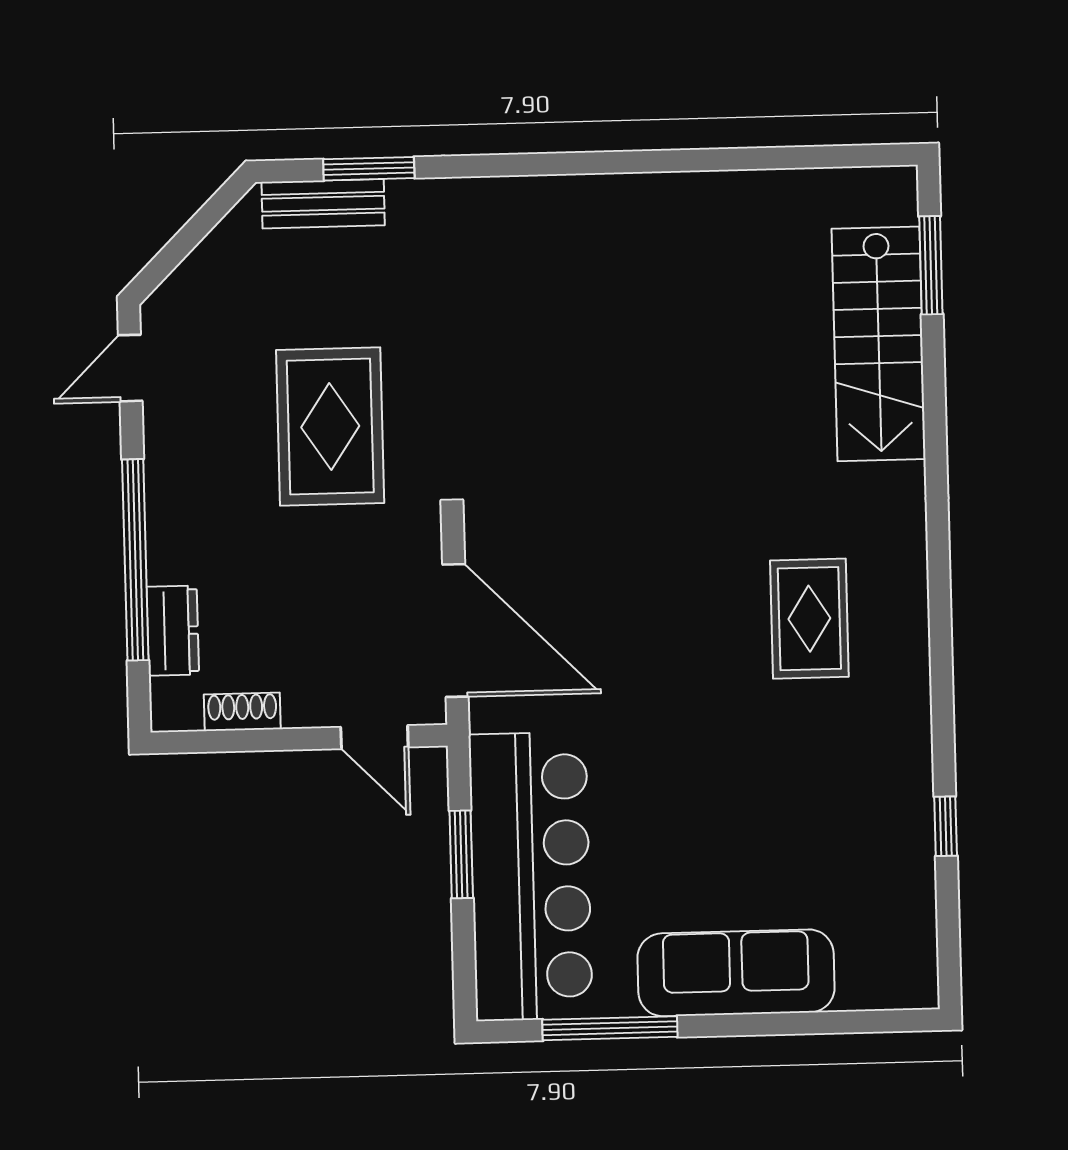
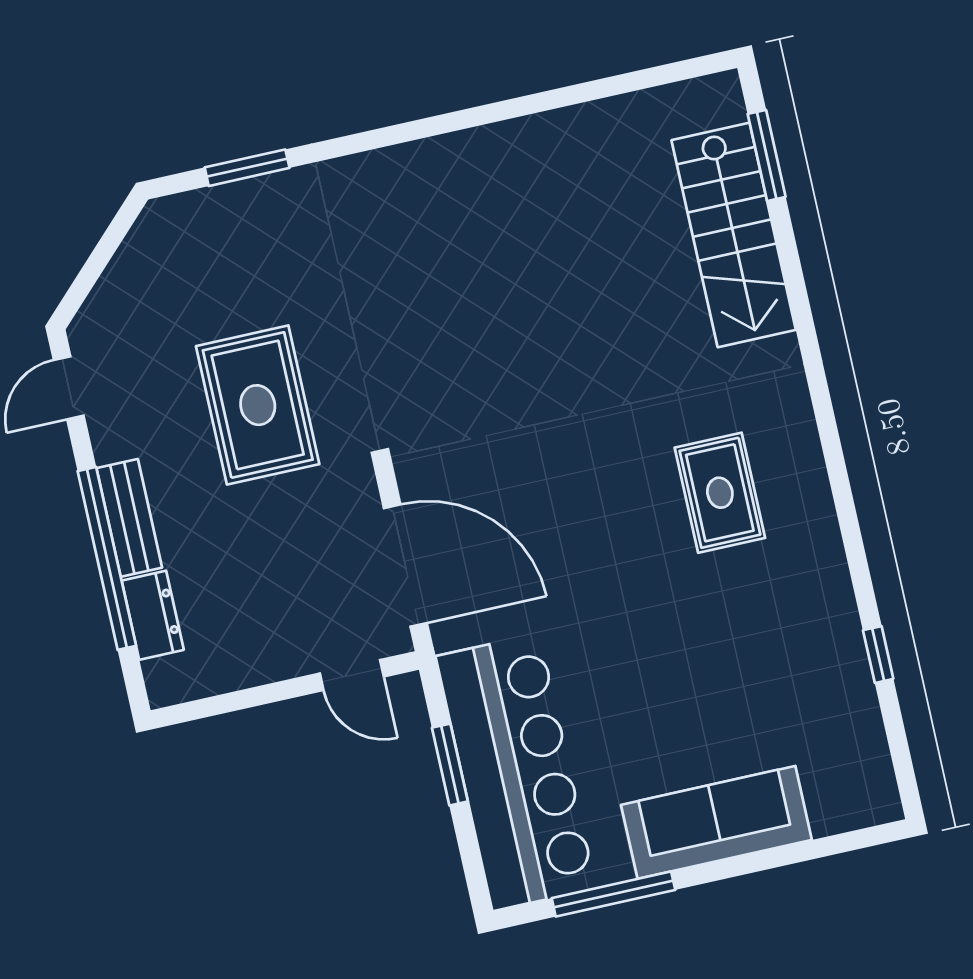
bench: (323, 204) -> (129, 518), moved, turned 90
shoe rack: (242, 712) -> (229, 675), removed

